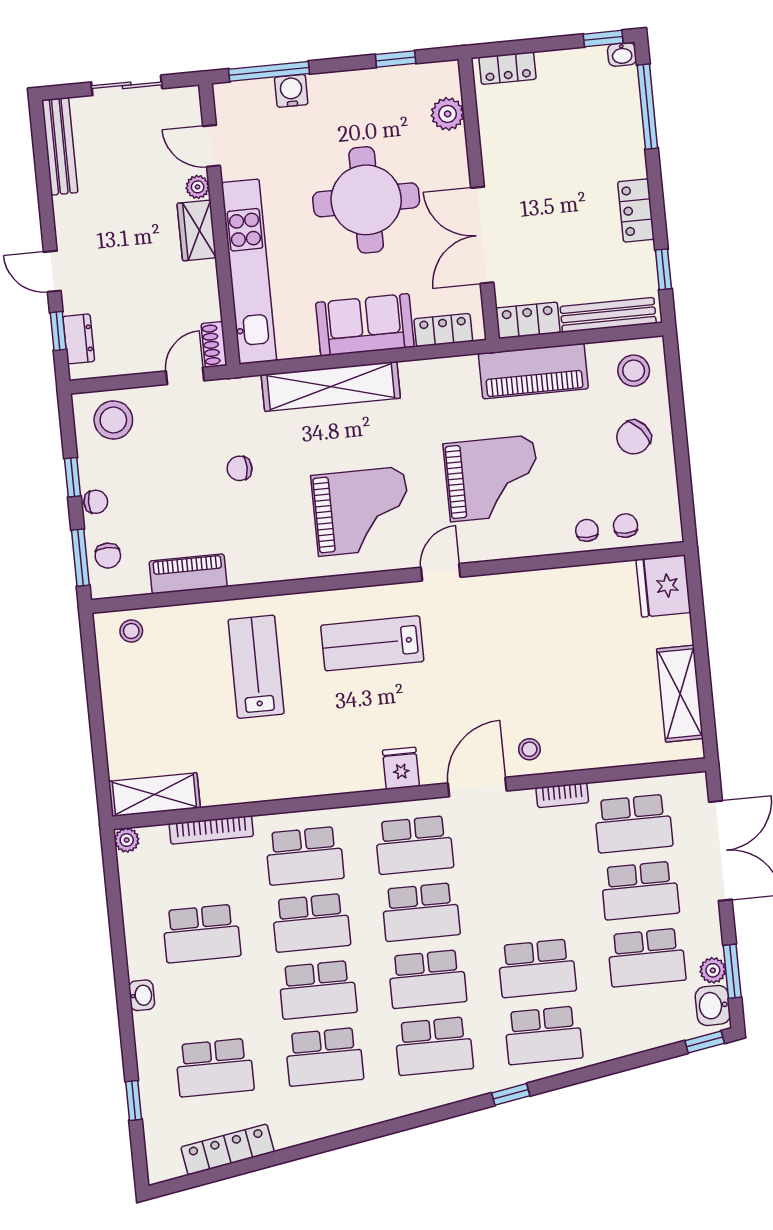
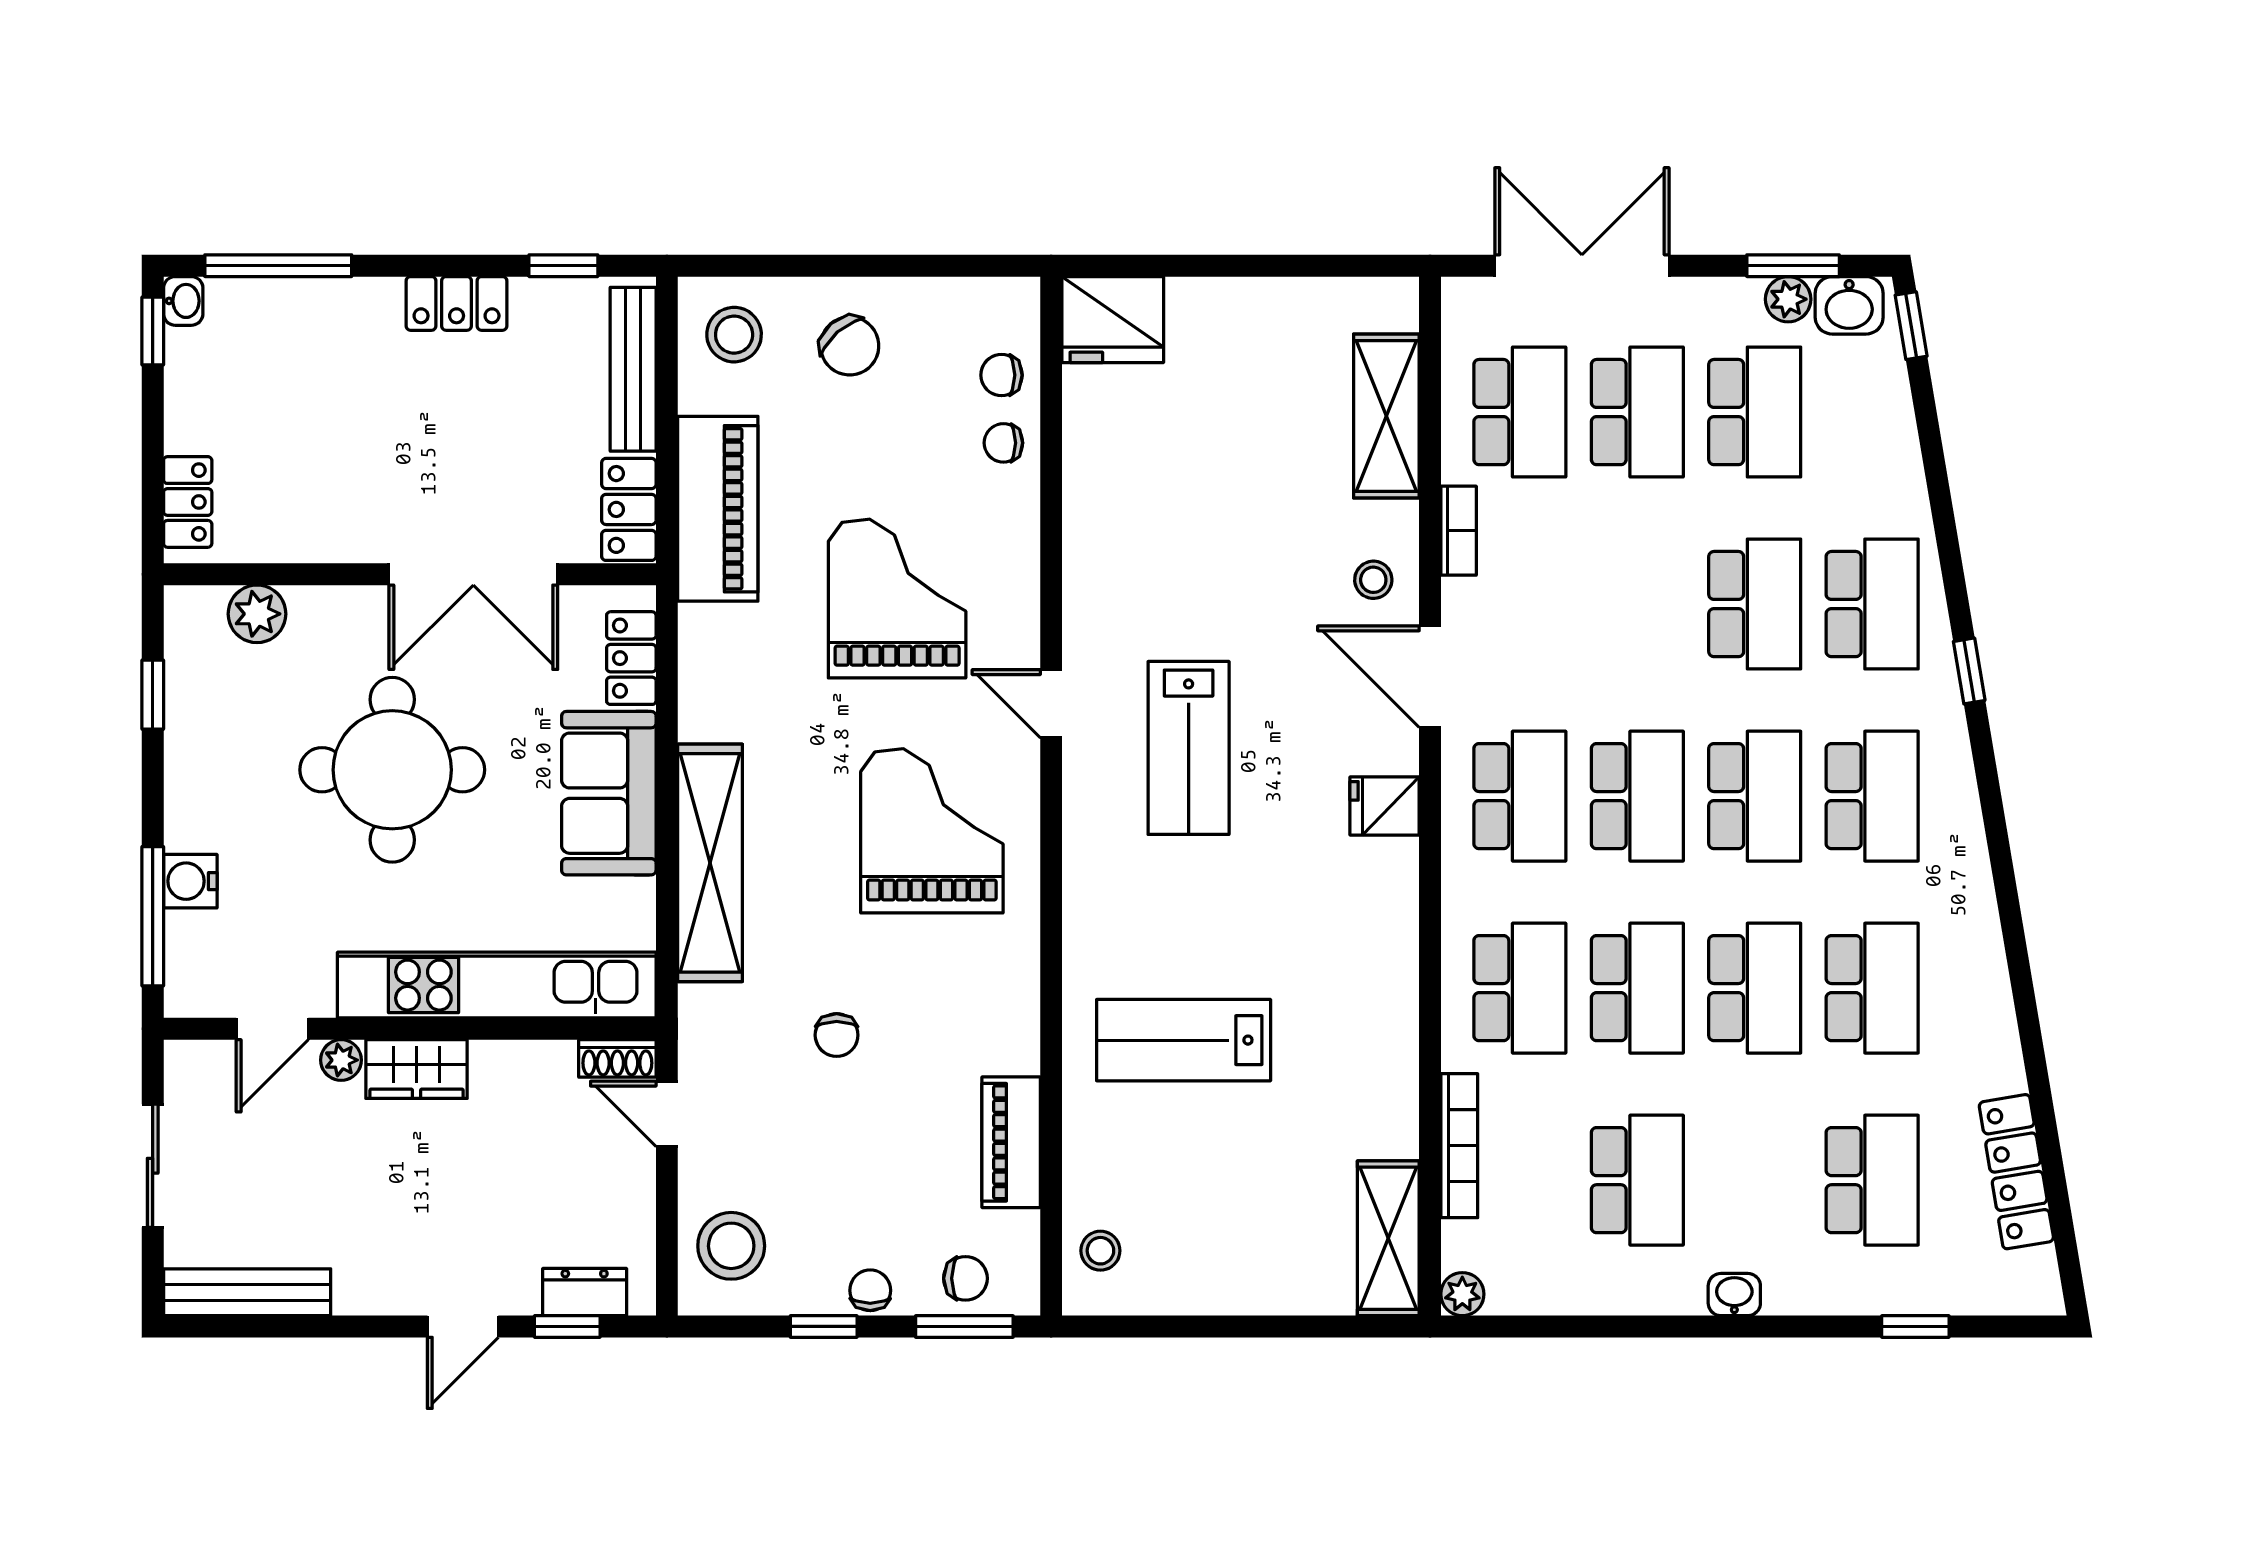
lab bench: (372, 643) -> (1189, 748), moved
shelving: (680, 694) -> (1386, 416), moved, turned 90

